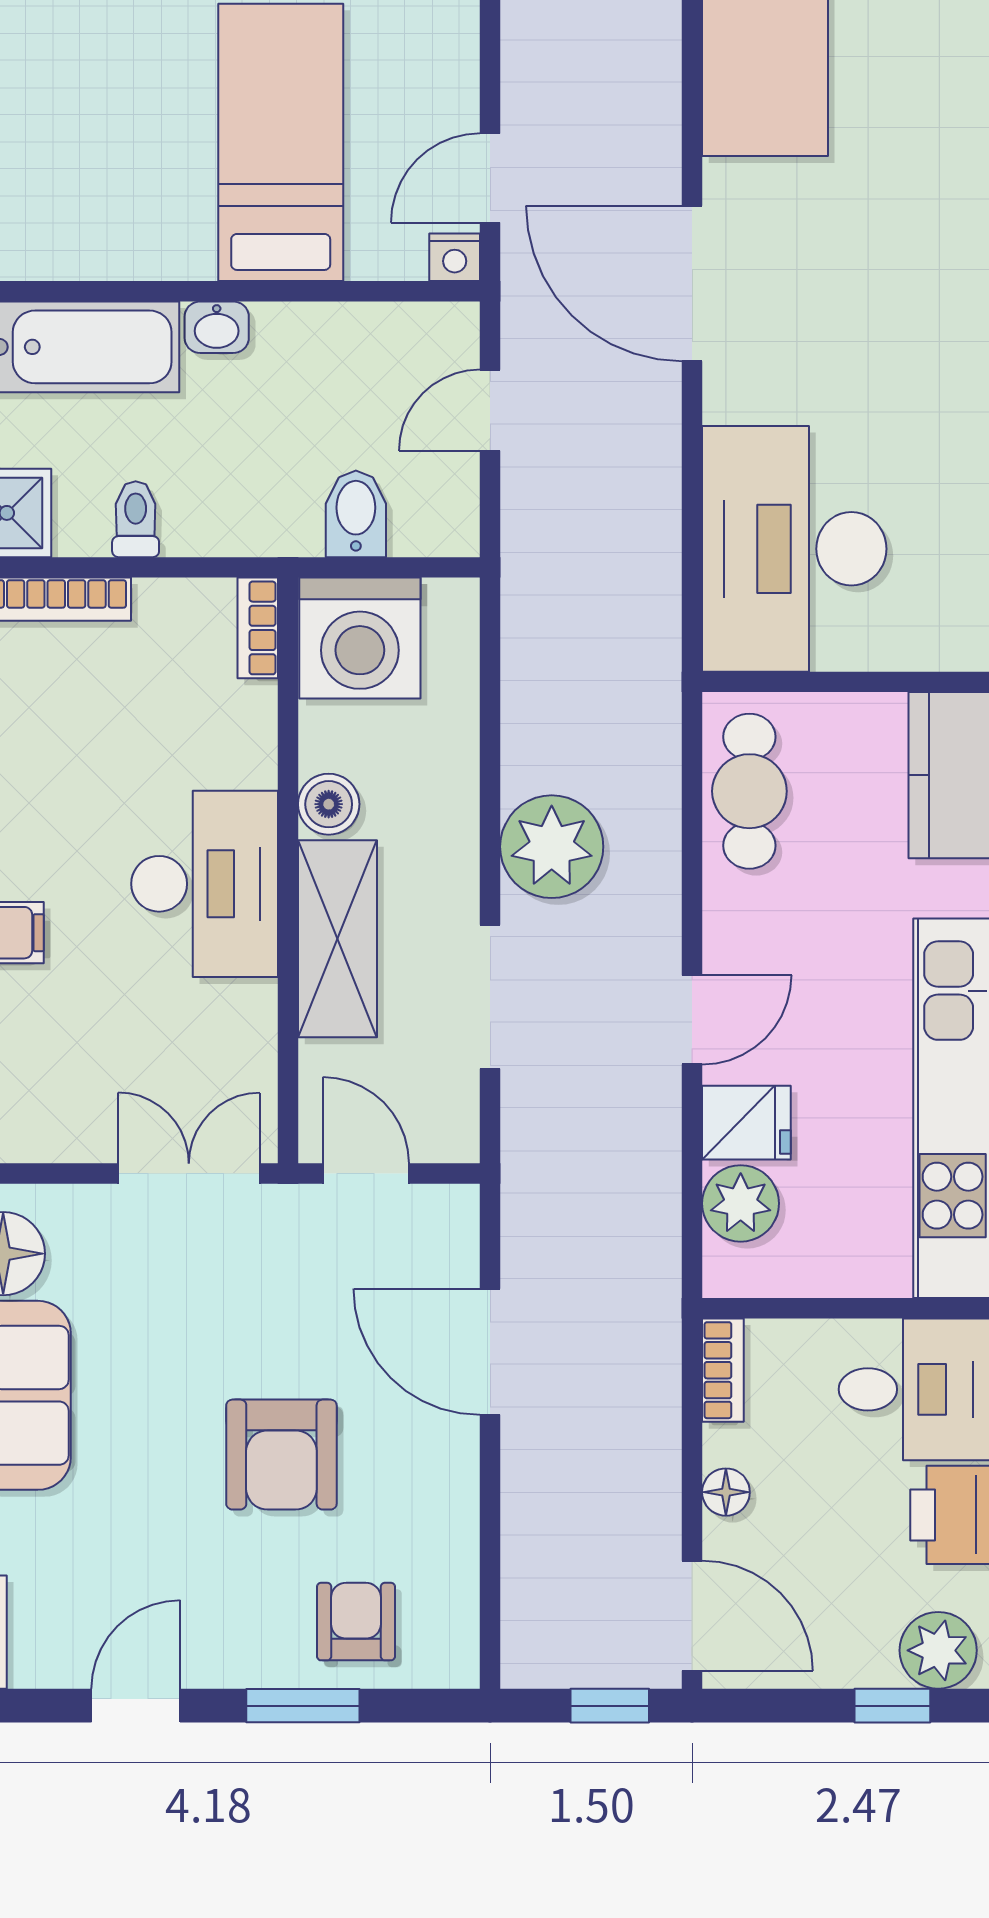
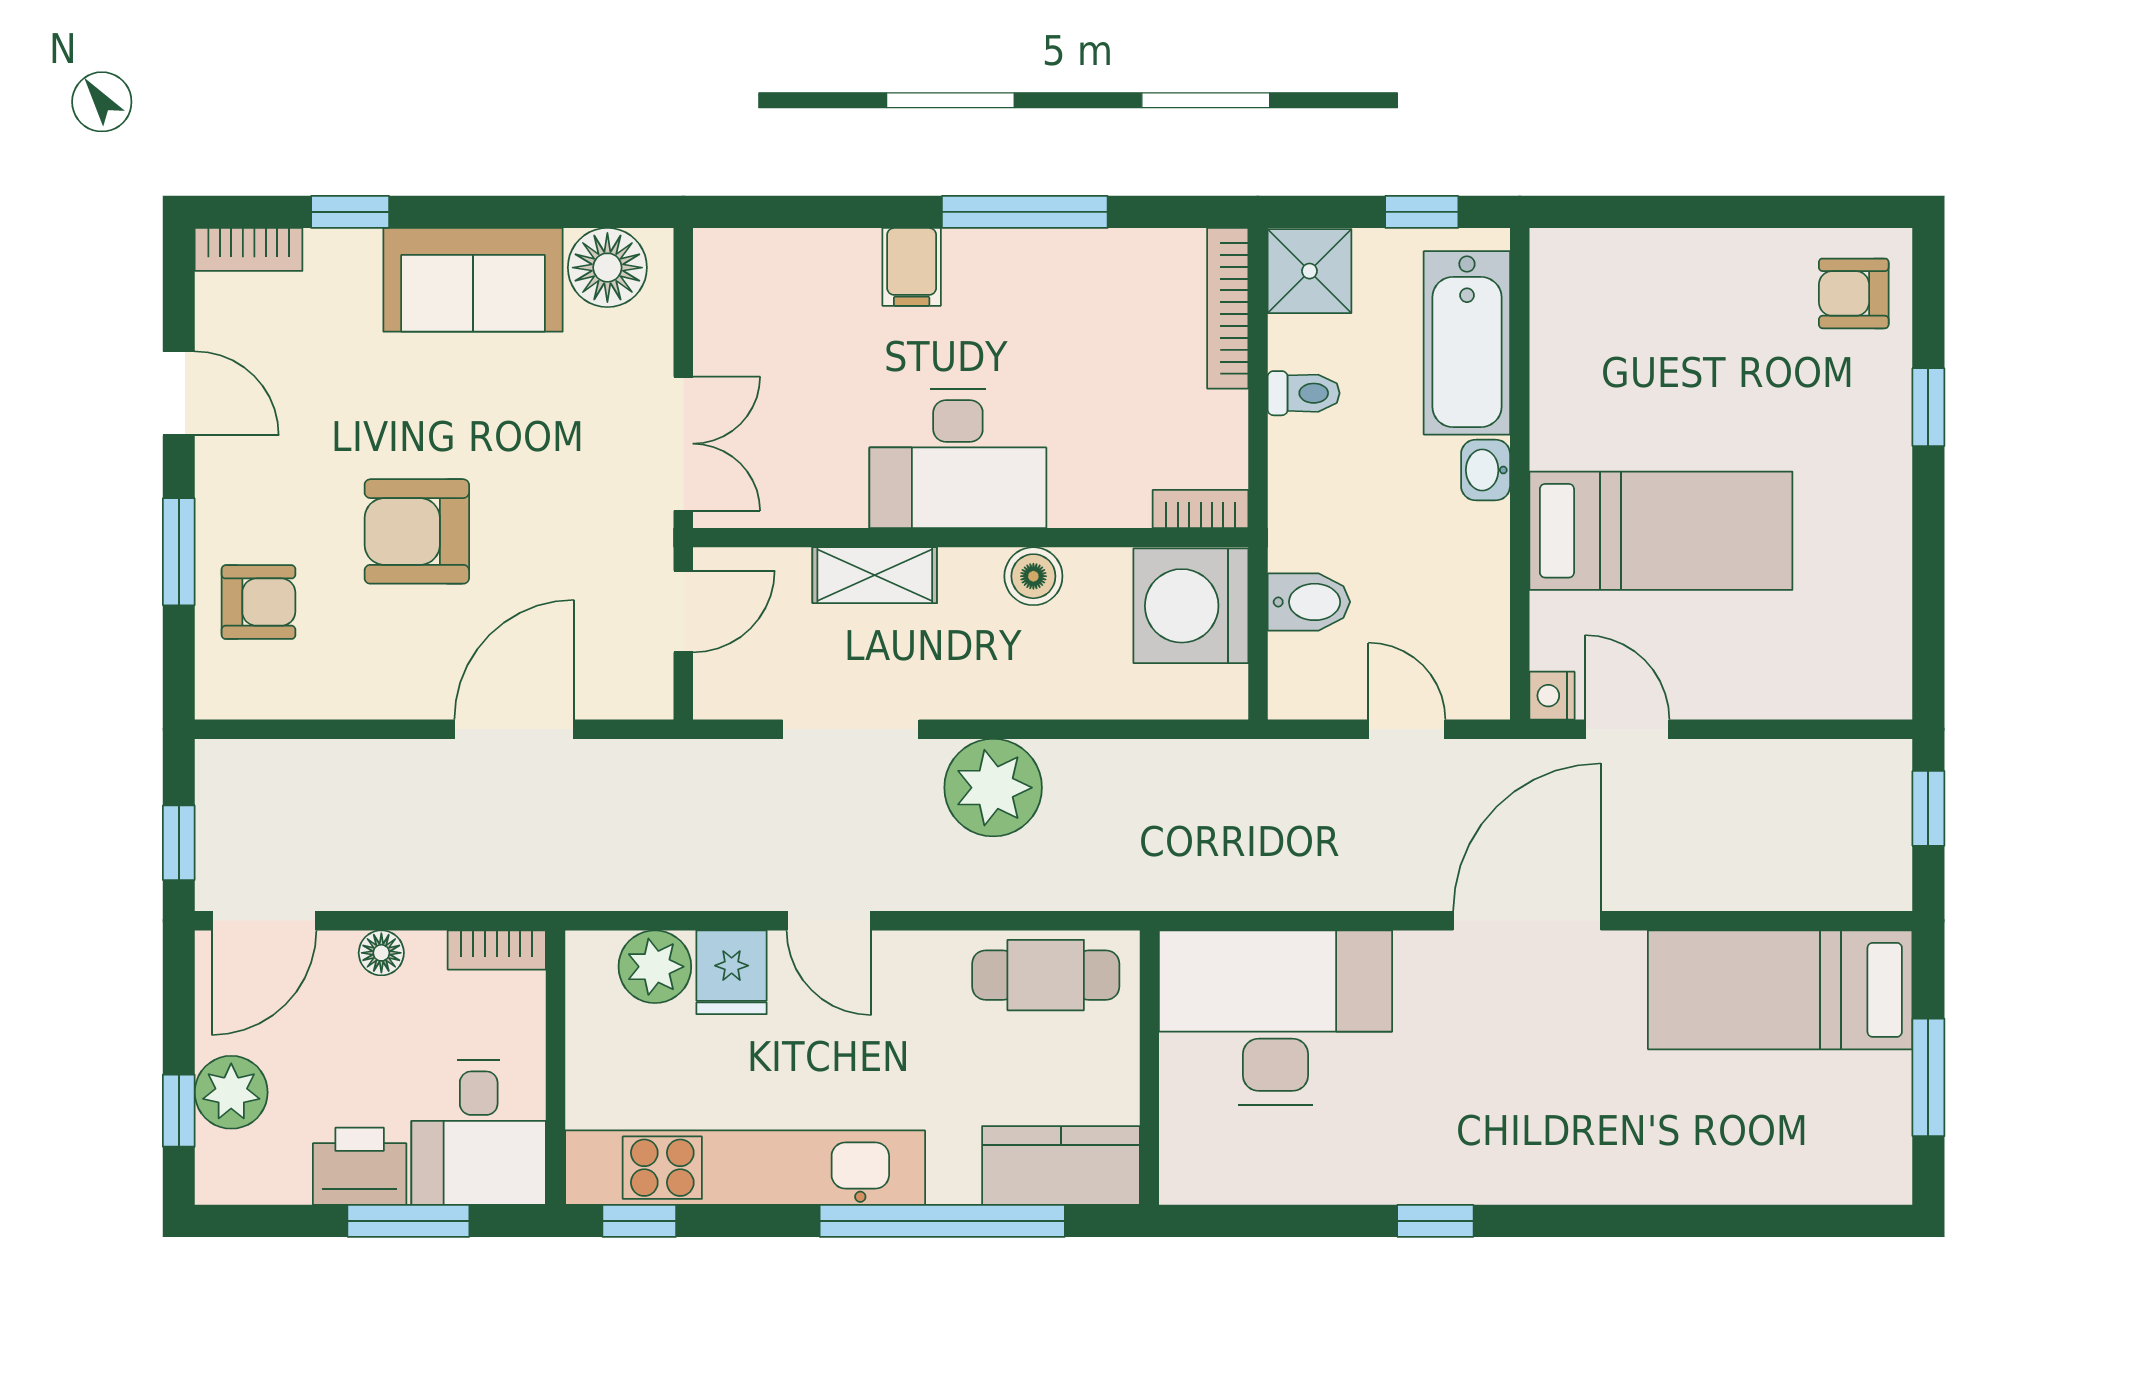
shelving: (337, 939) -> (875, 575), width x0.67, depth x0.75
plant: (938, 1650) -> (231, 1092), moved

